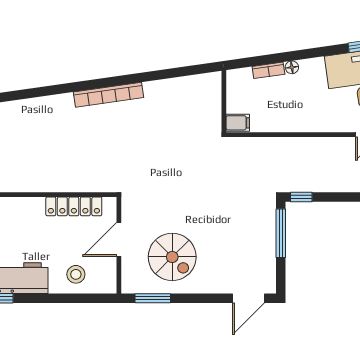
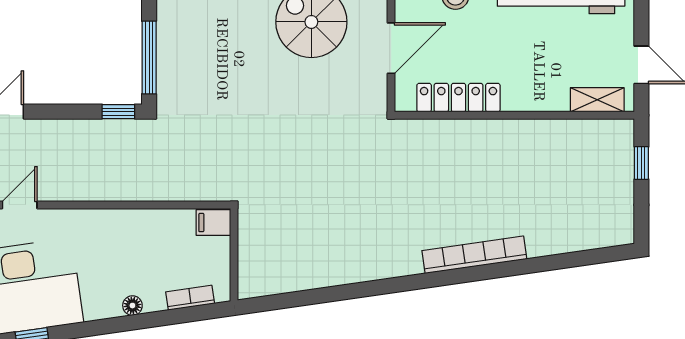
bookcase: (268, 70) -> (190, 298), moved
bookcase: (109, 95) -> (474, 255), moved

